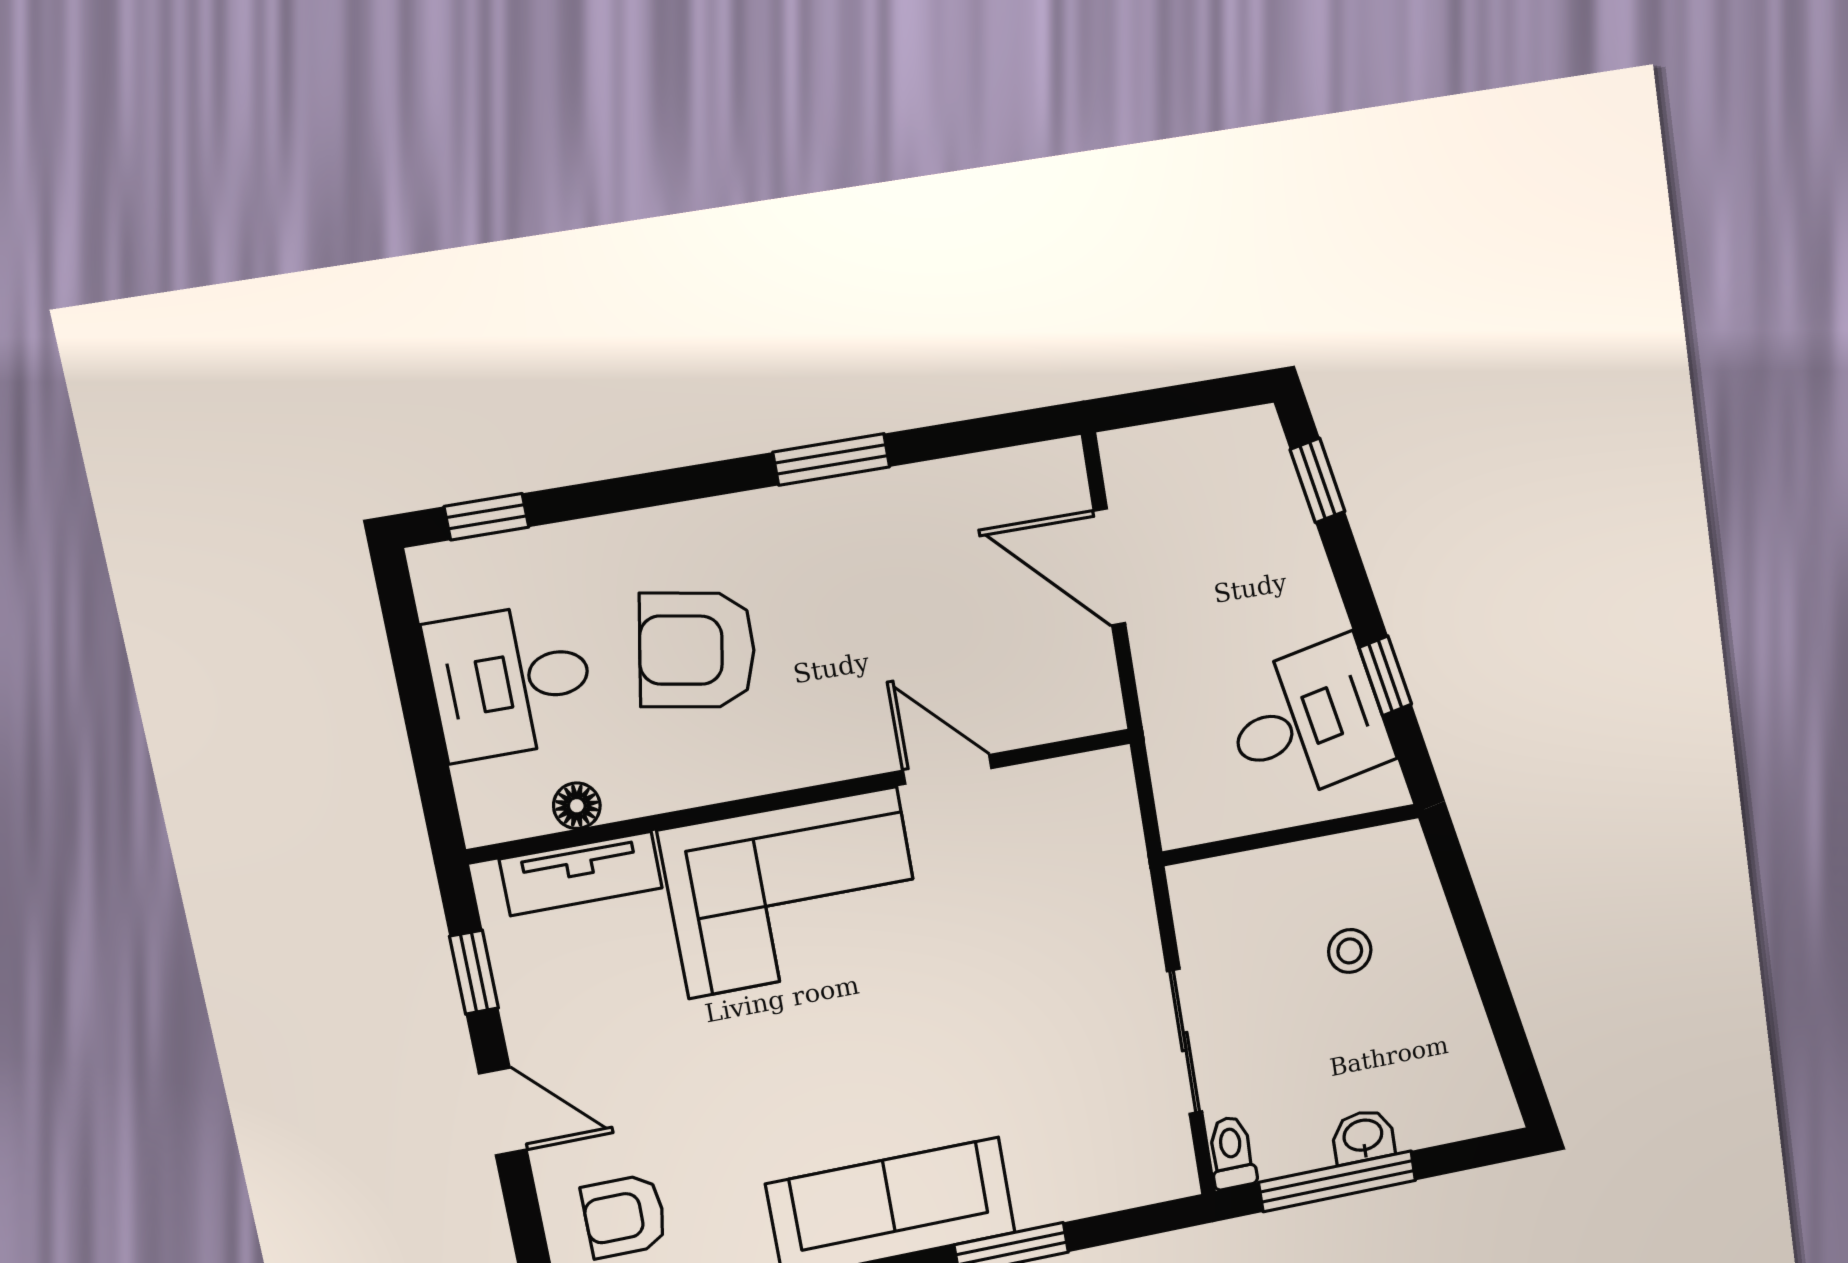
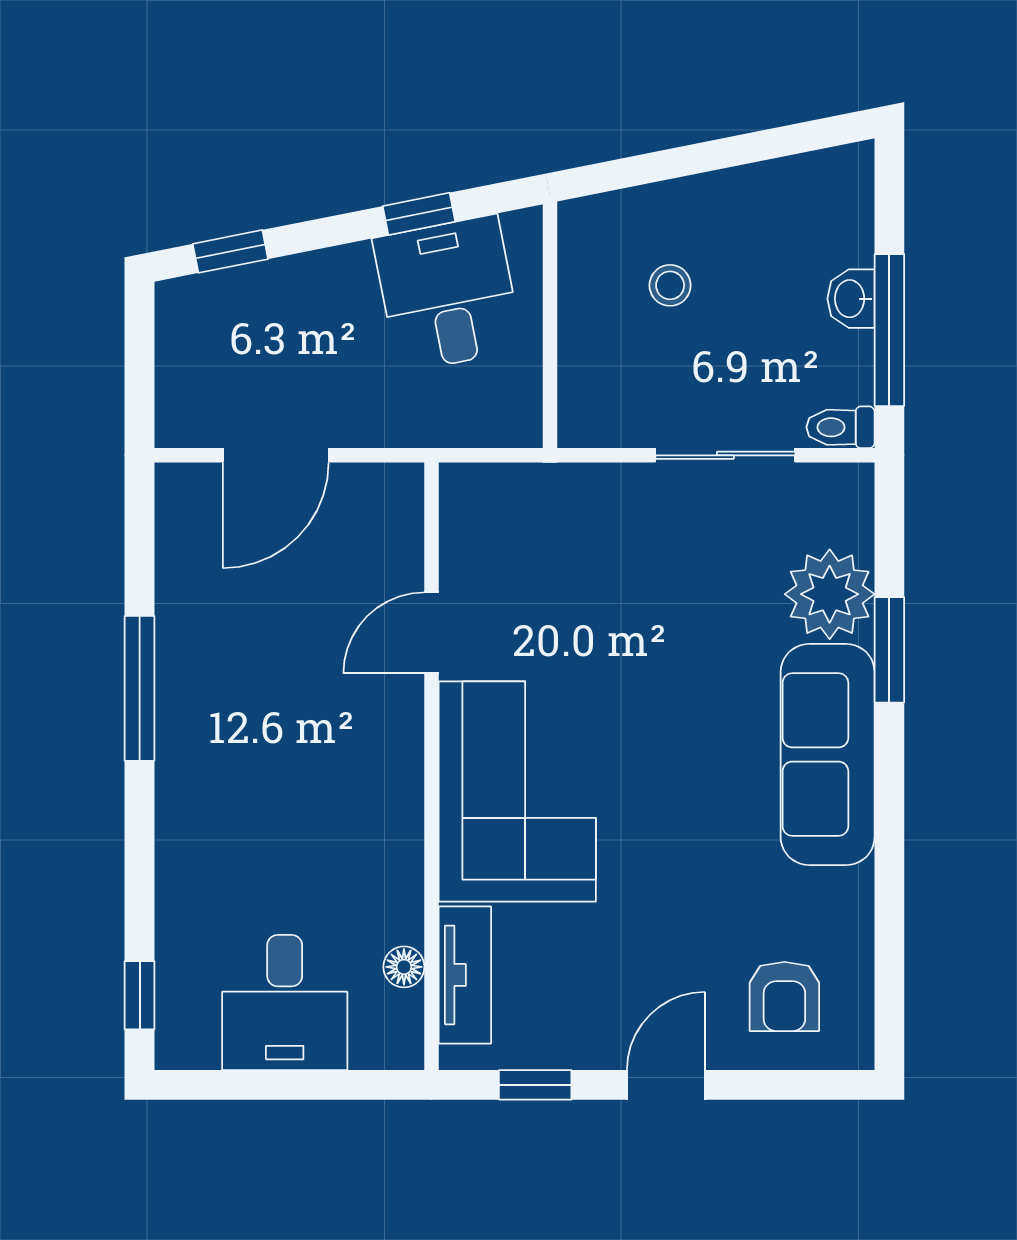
window: (831, 459) -> (140, 688), width x1.44
armchair: (697, 650) -> (286, 836), removed
plant: (1059, 1176) -> (830, 594), added

